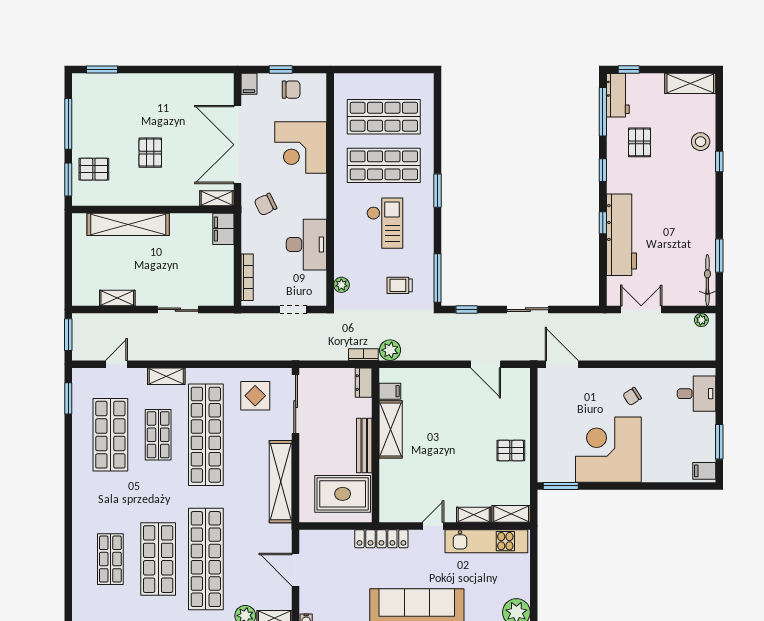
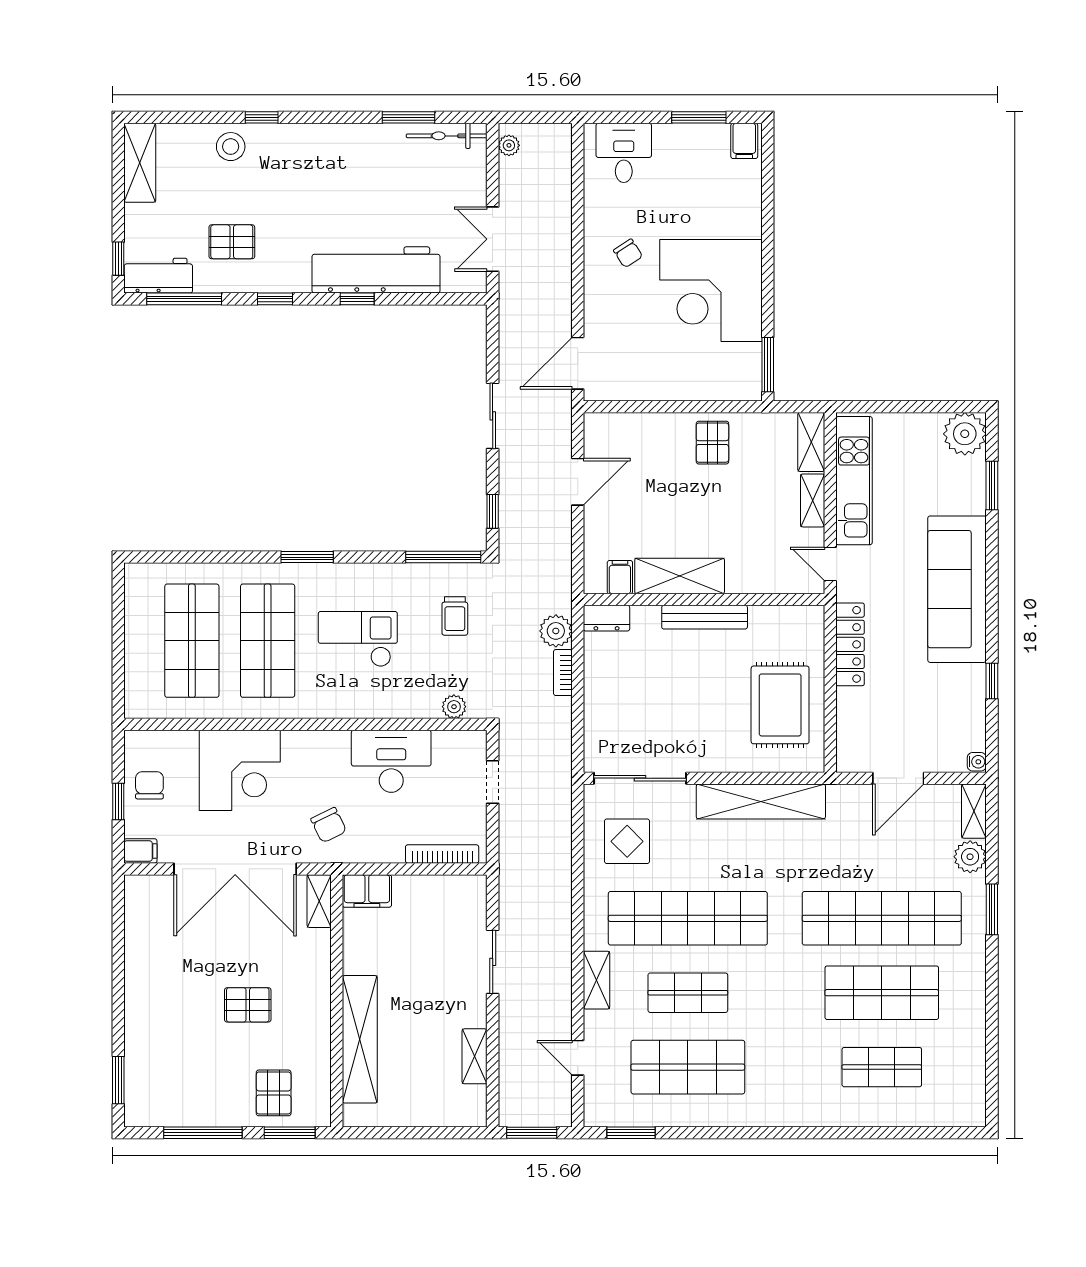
dresser: (364, 383) -> (606, 618), moved
filing cabinet: (390, 391) -> (620, 577), moved
shelving: (391, 429) -> (680, 576), moved
bench: (364, 445) -> (705, 617), moved
wall: (376, 445) -> (704, 600), moved

